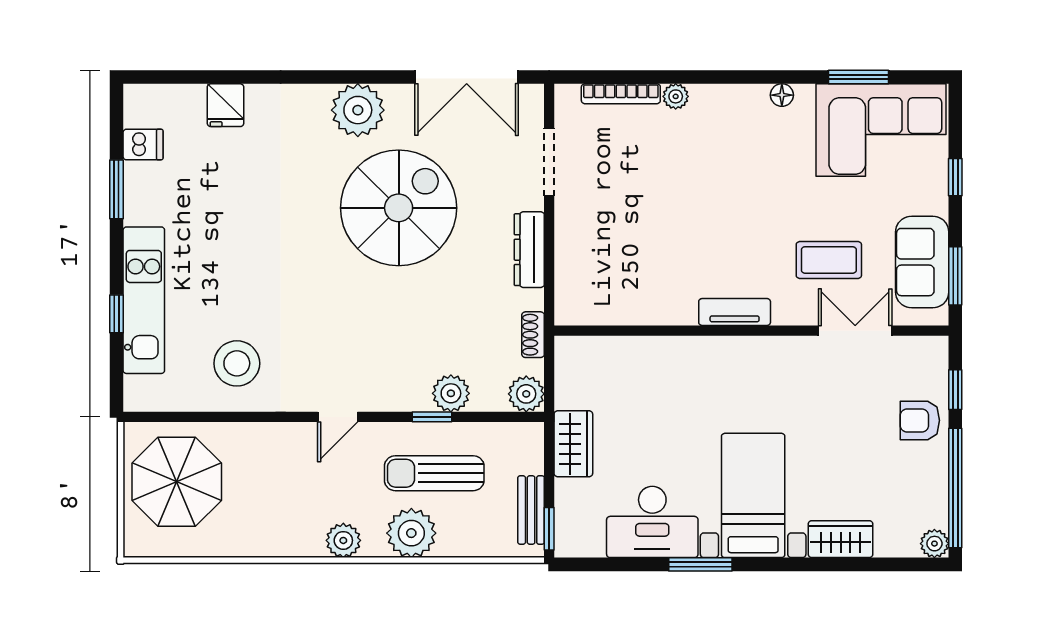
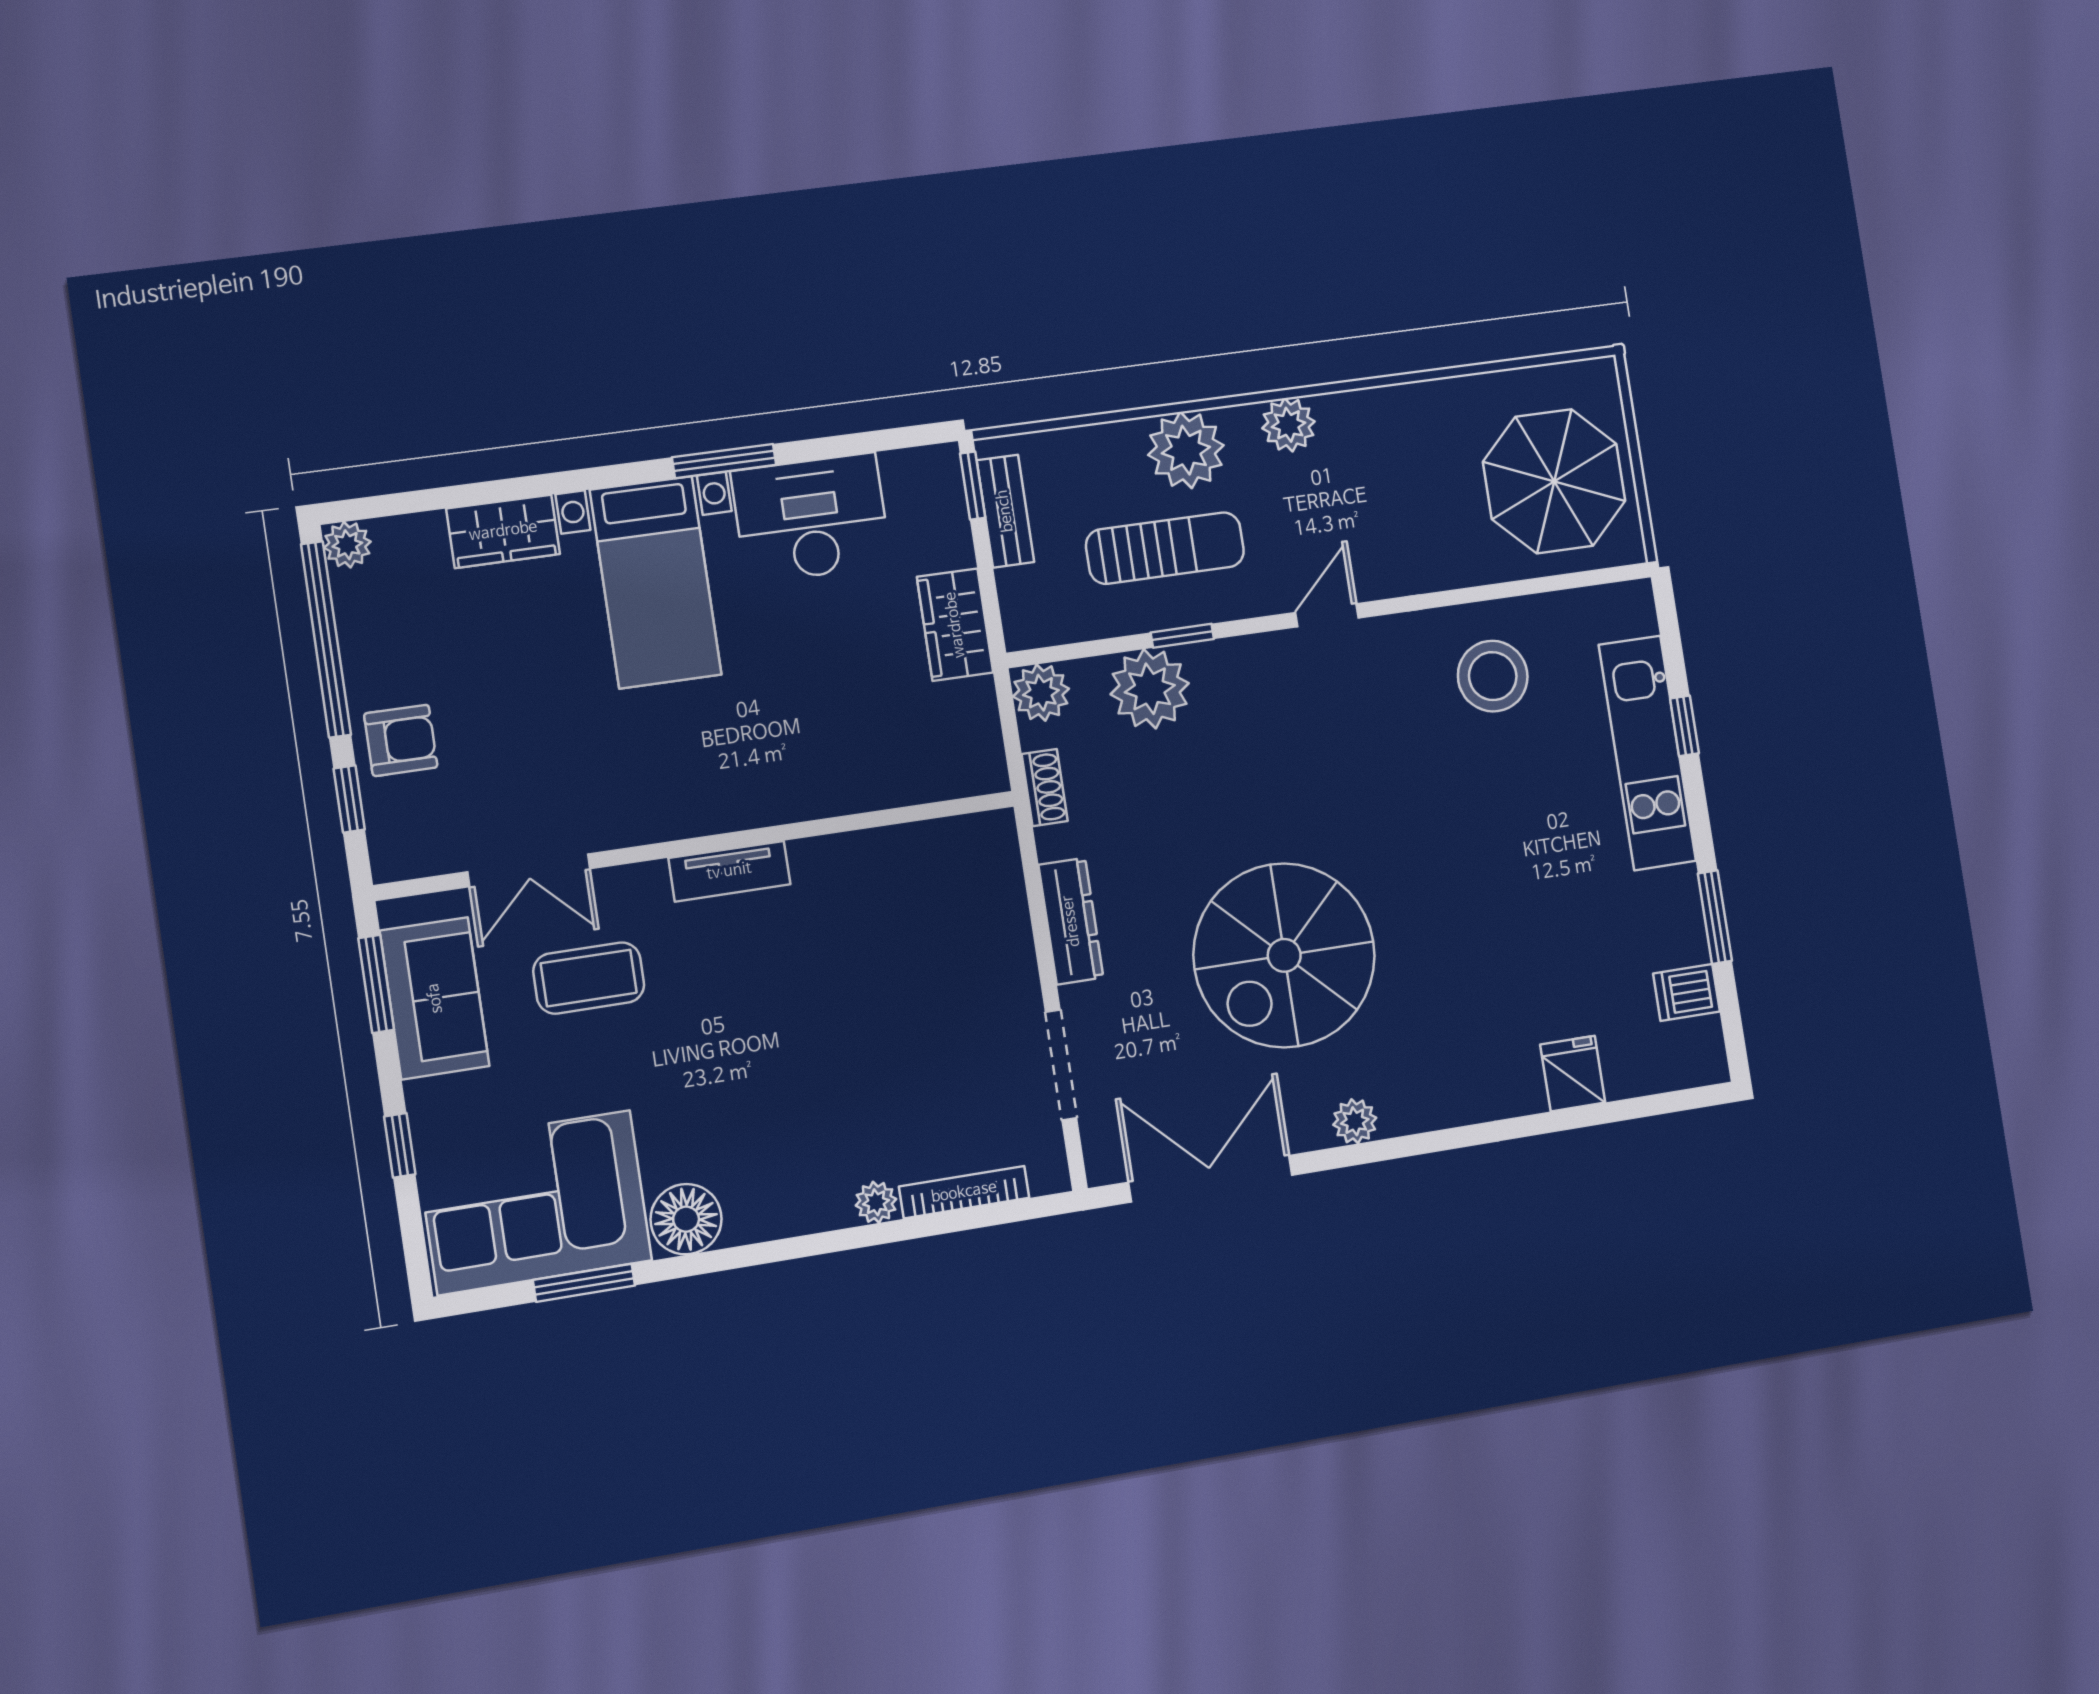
floor lamp: (782, 95) -> (686, 1219), width x1.89, depth x1.89
plant: (358, 110) -> (1355, 1121), width x0.53, depth x0.53
plant: (451, 393) -> (1150, 689), width x1.36, depth x1.36

